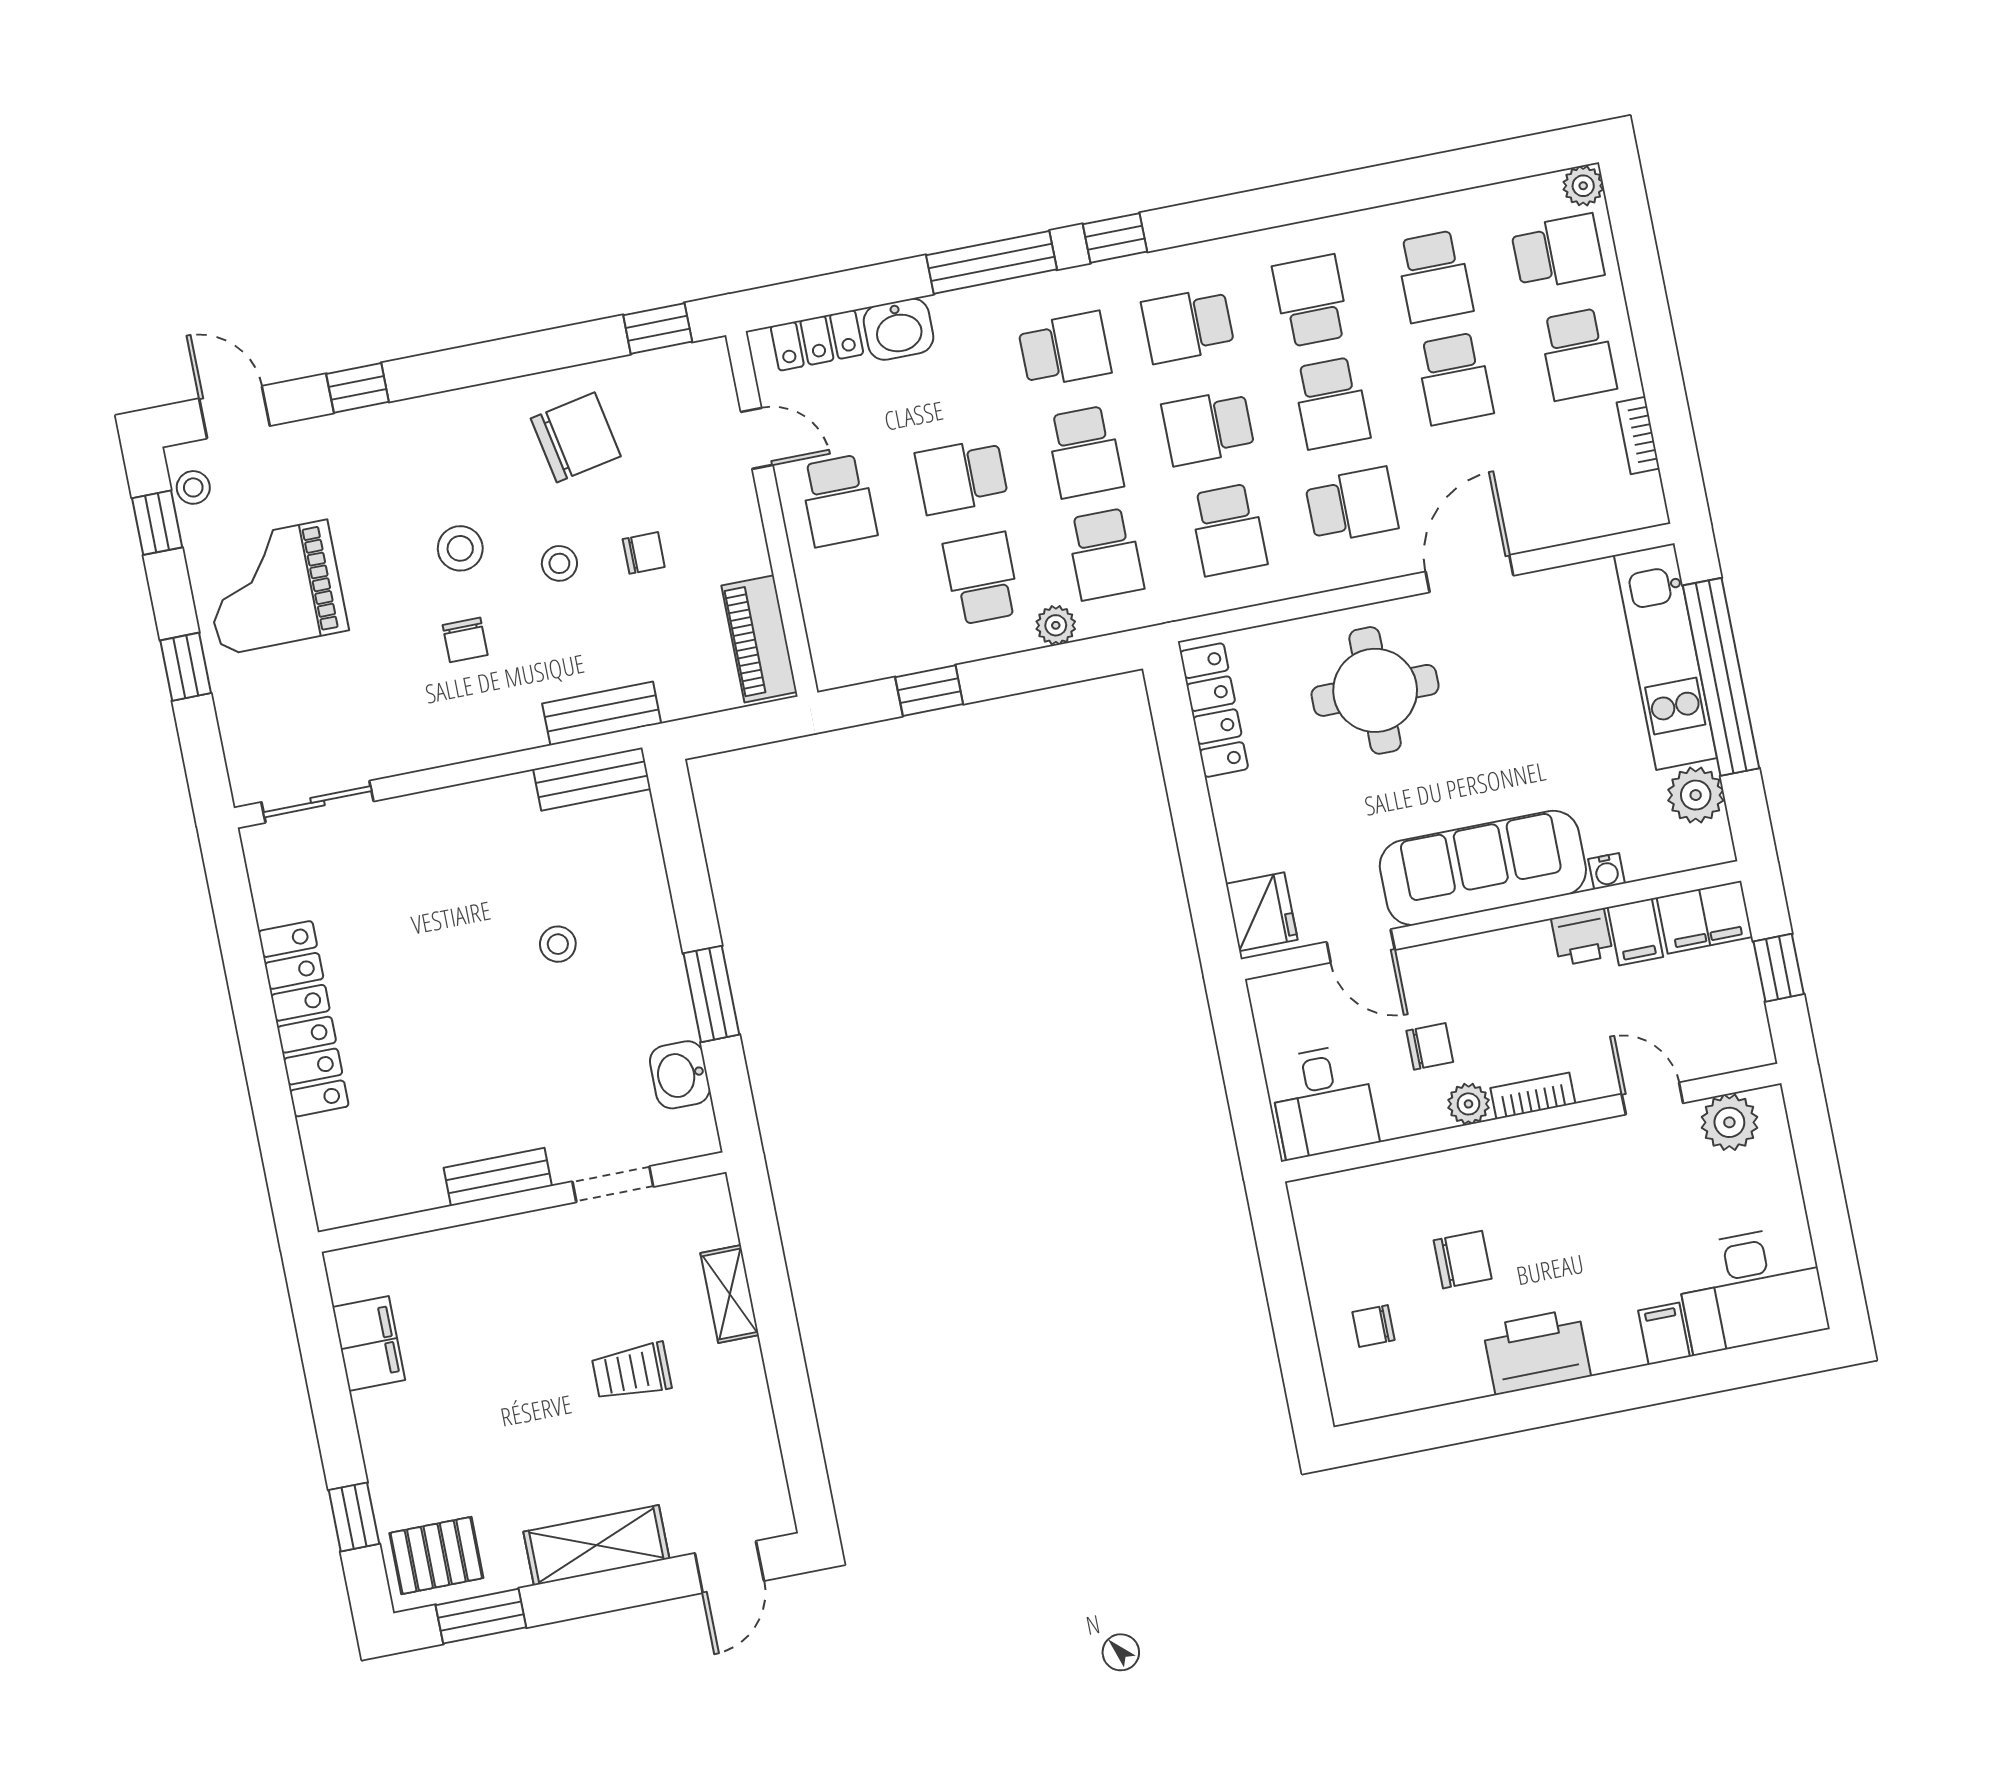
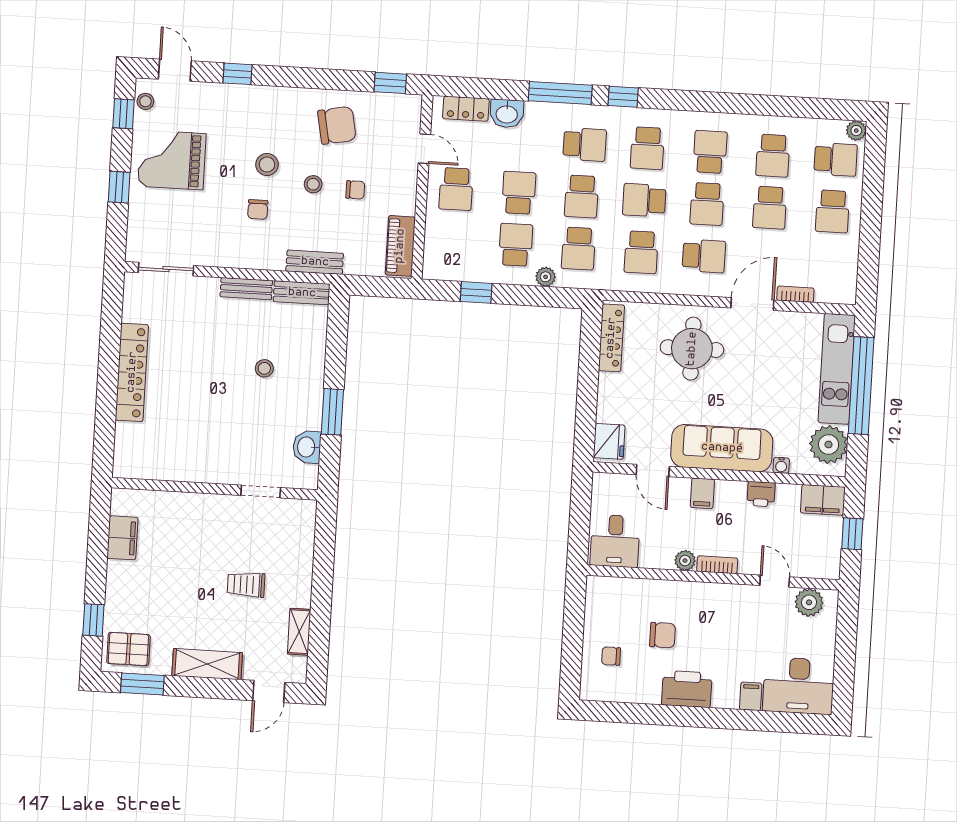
school desk: (1188, 325) -> (647, 148), turned -90
bookcase: (1638, 436) -> (795, 294), moved, turned 90
school desk: (962, 476) -> (519, 193), turned 90
plant: (1696, 795) -> (829, 444), width x1.36, depth x1.36
filing cabinet: (1635, 932) -> (702, 493), moved
chair: (1430, 1046) -> (674, 528), removed
bench: (498, 1177) -> (246, 289), moved
shelving: (730, 1294) -> (299, 632), moved

